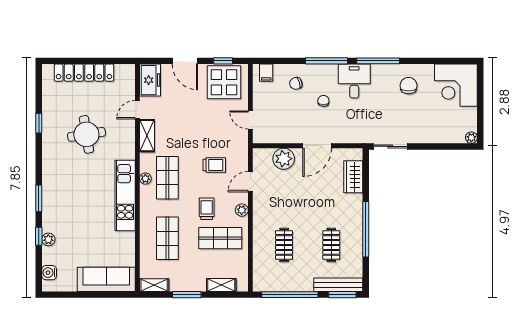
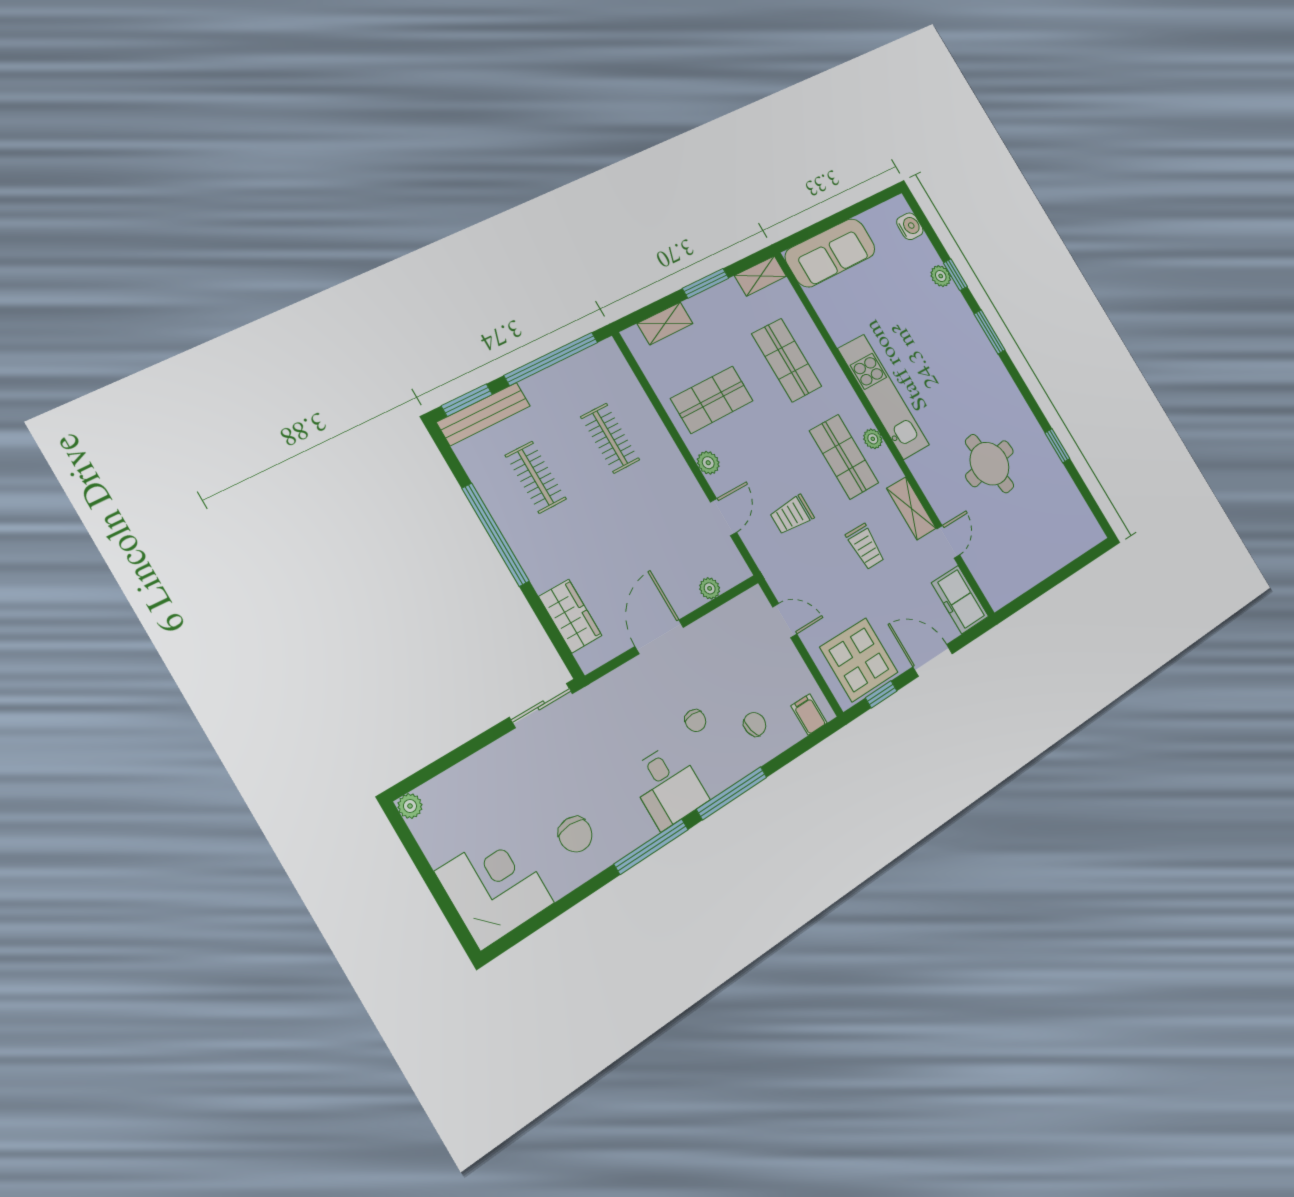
locker: (84, 73) -> (1050, 558), removed
plant: (284, 159) -> (710, 588), width x0.53, depth x0.53
trolley: (207, 209) -> (865, 546), moved

